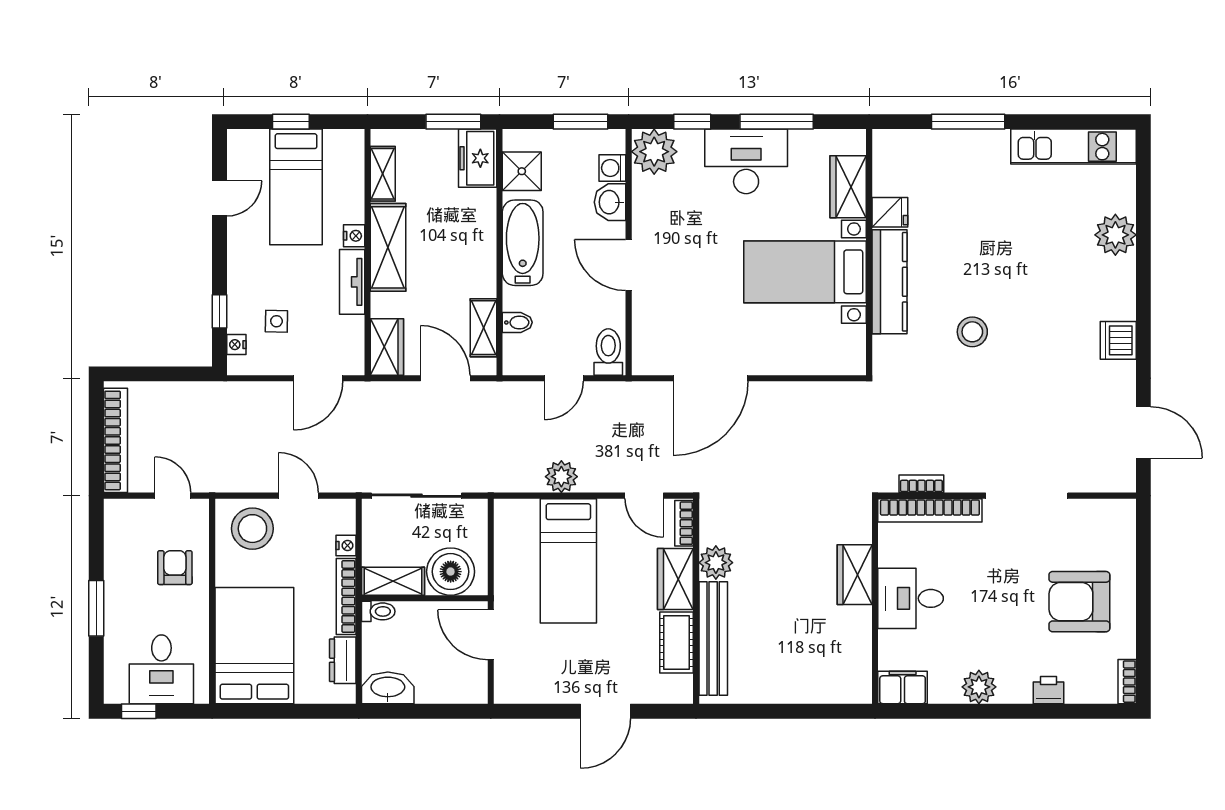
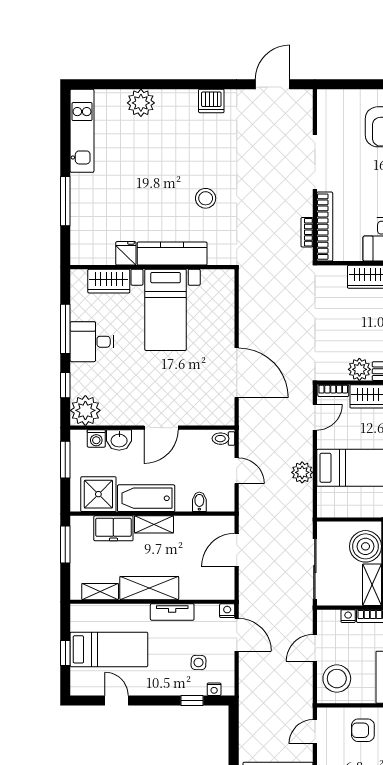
freezer: (478, 158) -> (113, 528), moved
desk: (746, 161) -> (92, 342), width x0.73
shower: (522, 171) -> (98, 494), width x1.36, depth x1.36
nightstand: (354, 236) -> (227, 611), moved
shelving: (484, 328) -> (154, 524), moved
wardrobe: (387, 347) -> (216, 589), removed
toilet: (608, 352) -> (223, 439), width x0.73, depth x0.72

